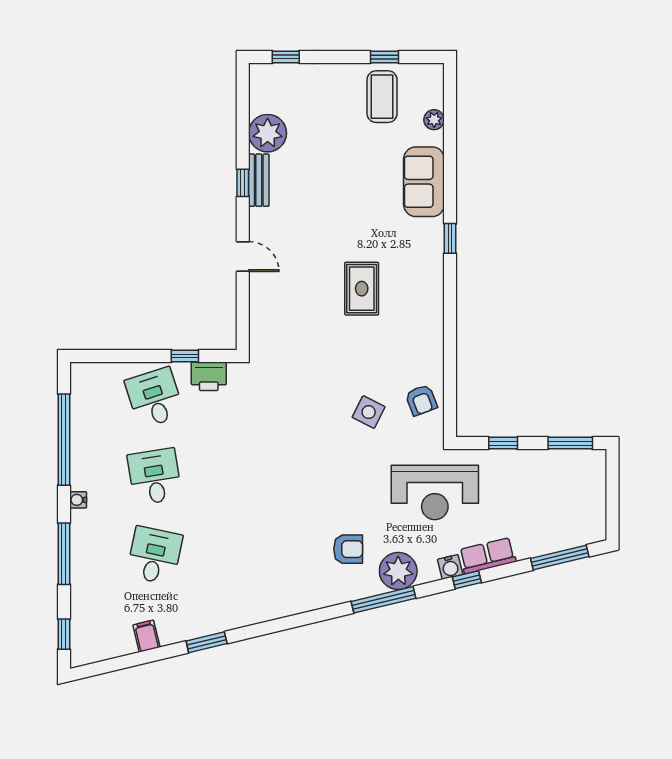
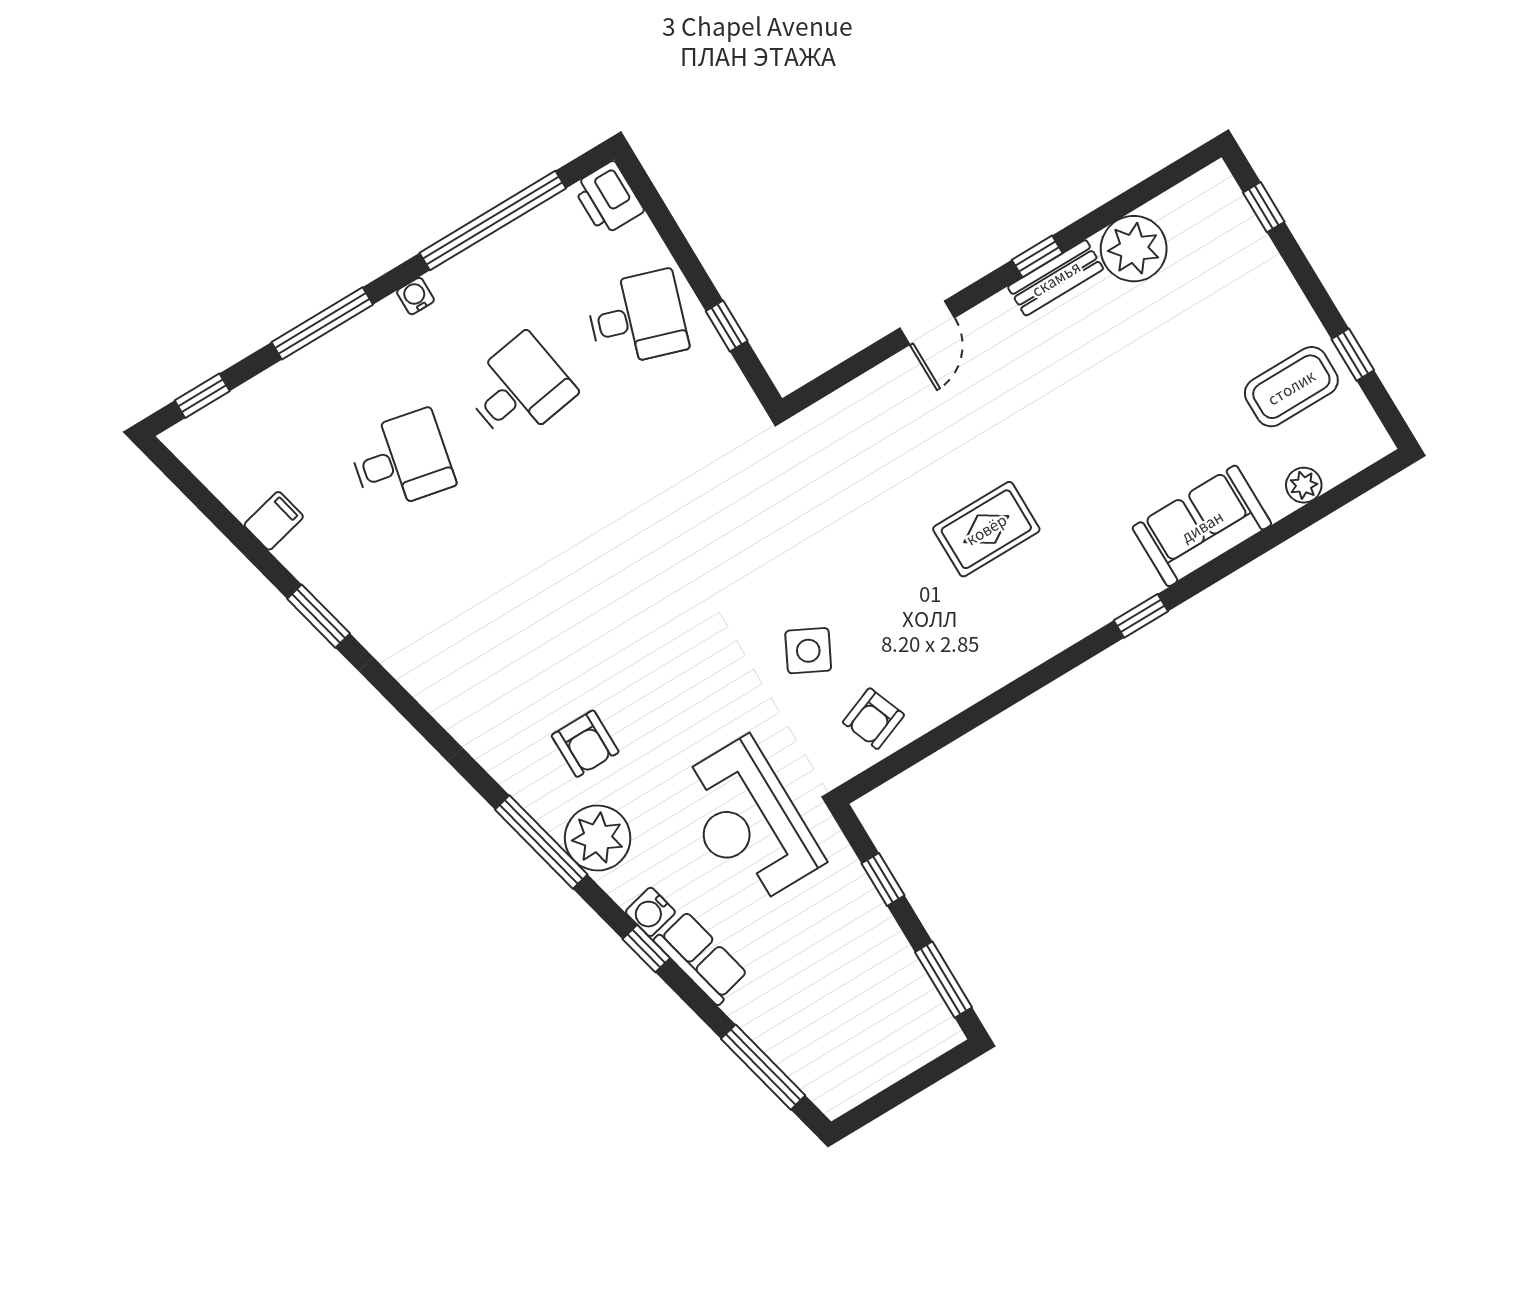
printer: (209, 376) -> (608, 198), moved
desk: (155, 398) -> (637, 318), turned 36

